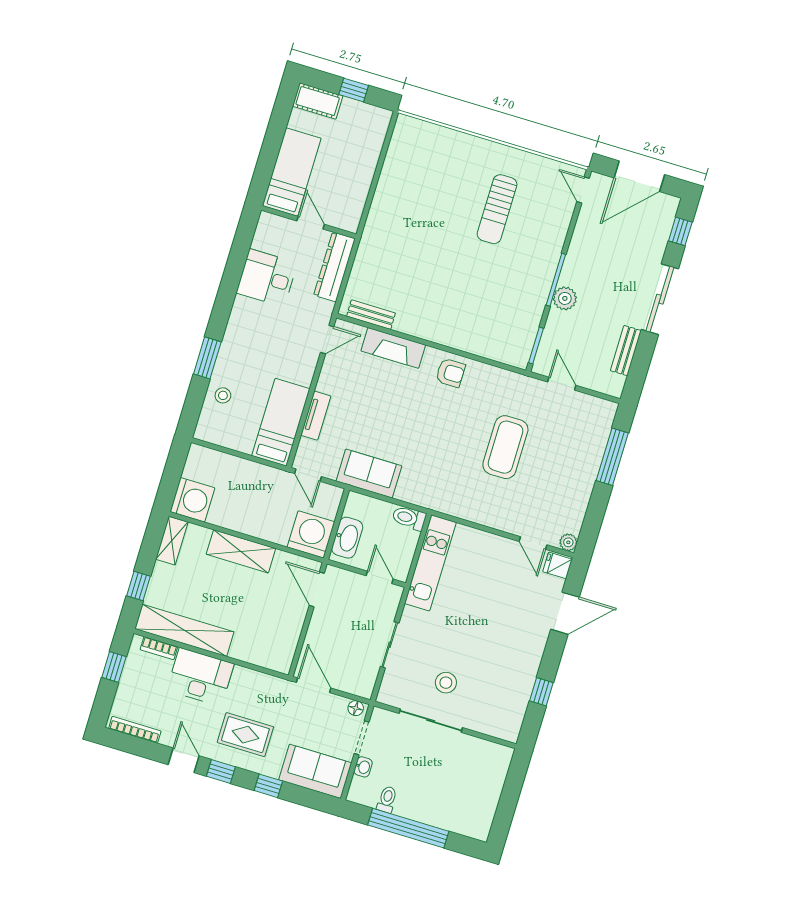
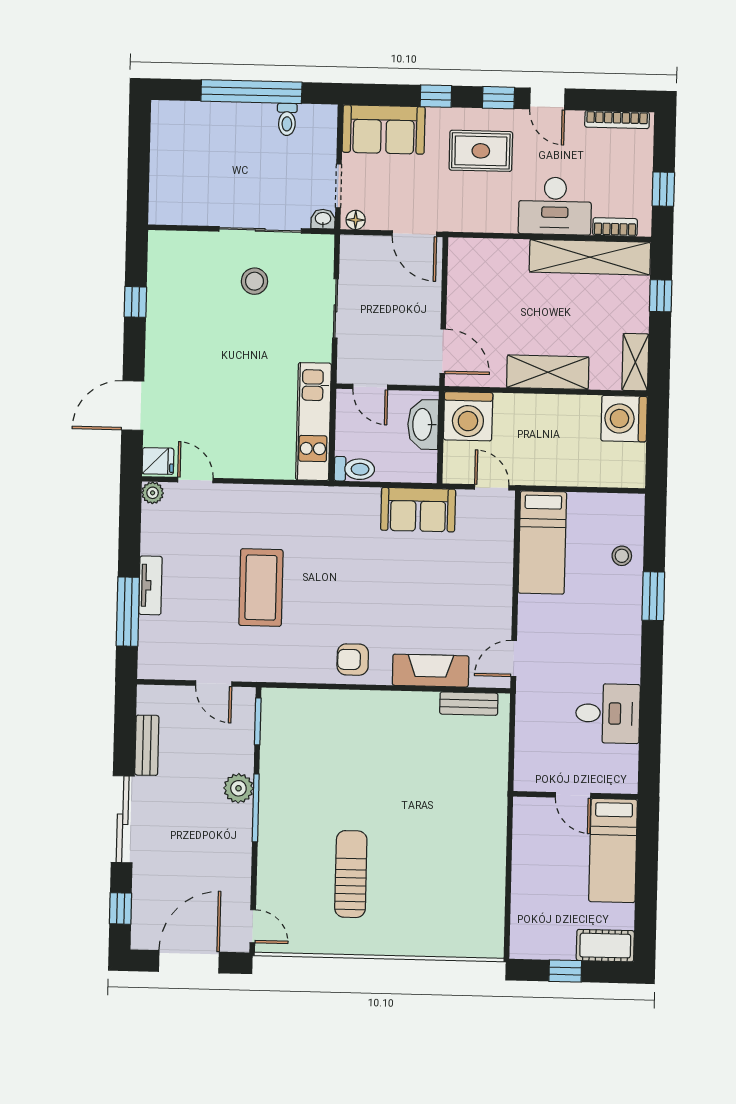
dresser: (334, 267) -> (529, 749), removed
tv unit: (316, 416) -> (150, 585), moved, turned 180
washbasin: (363, 767) -> (323, 219), moved, turned 90

